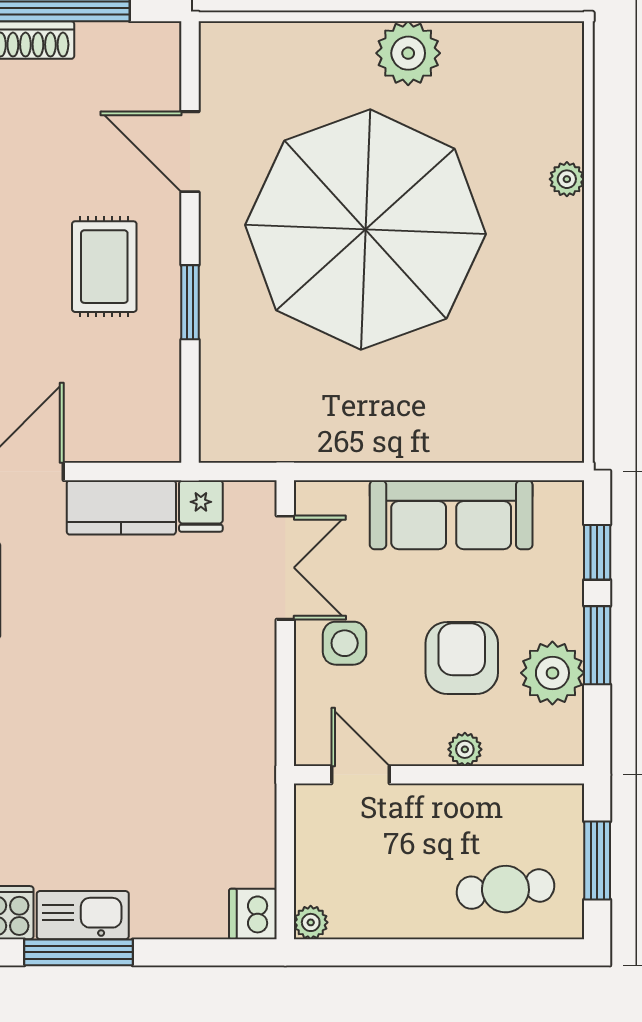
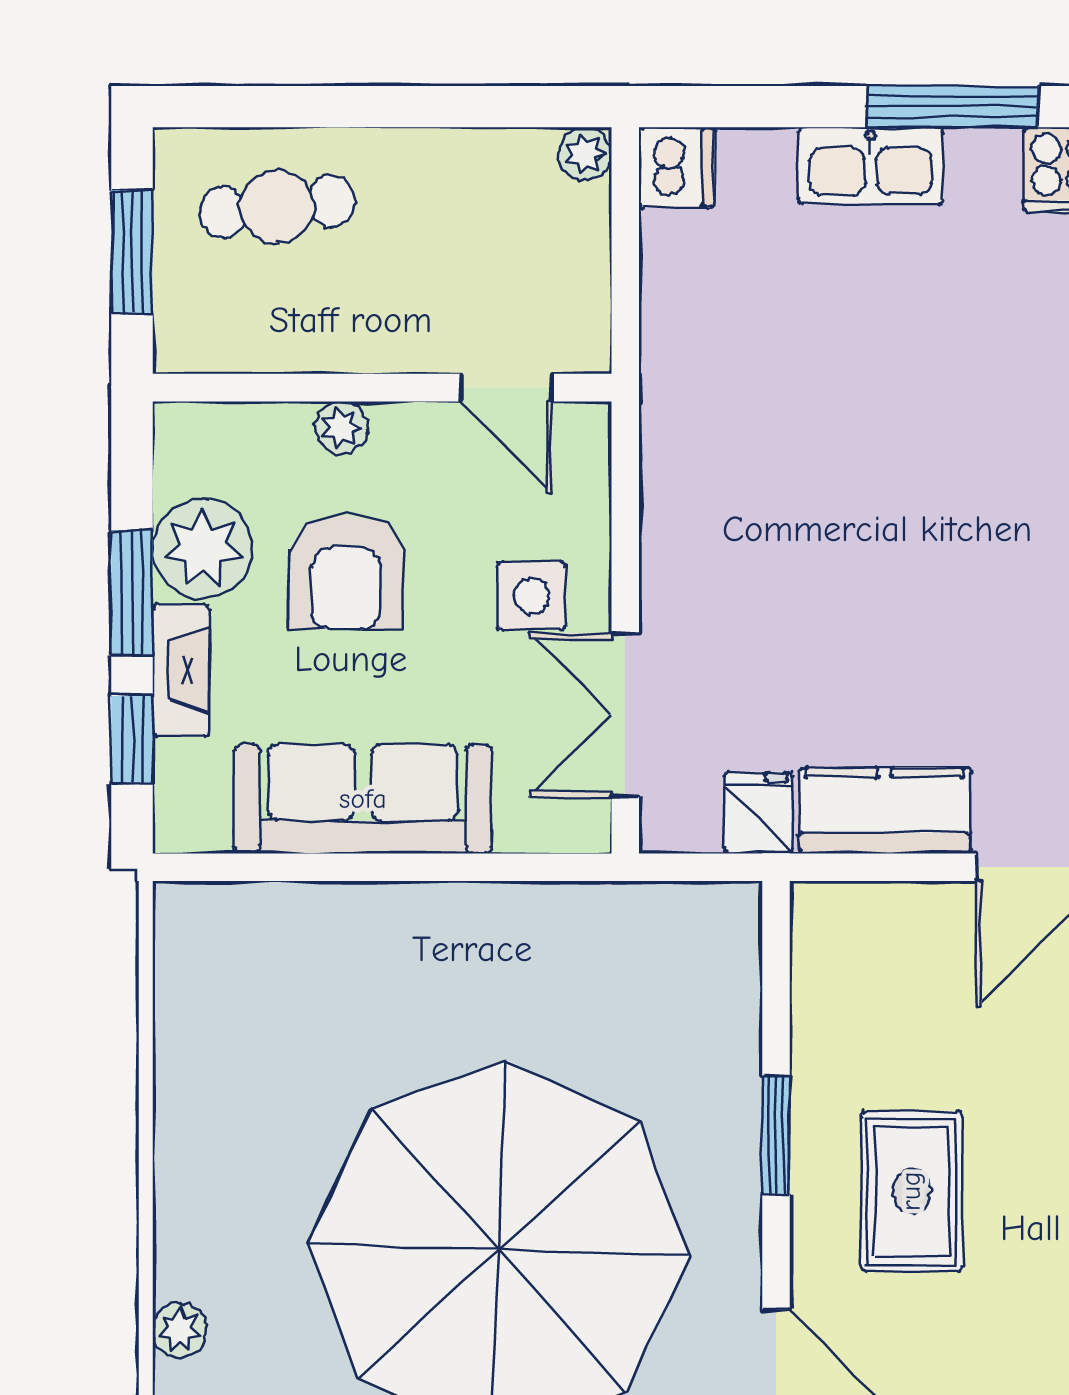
fireplace: (566, 596) -> (181, 670), added
kitchen sink: (83, 915) -> (871, 166), moved

